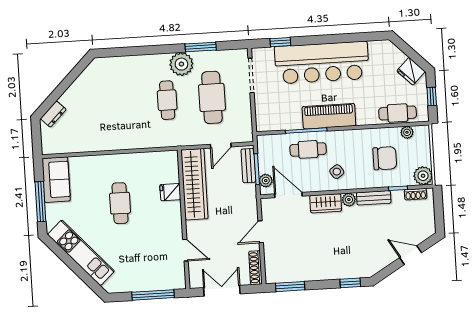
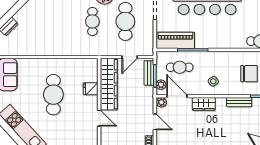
piano: (329, 116) -> (175, 40), moved
cafe table: (308, 149) -> (180, 67), moved
plant: (349, 200) -> (161, 102), moved
cafe table: (120, 203) -> (53, 95), width x1.37, depth x1.35
door: (261, 232) -> (155, 122), swing flipped
door: (185, 250) -> (99, 118), moved

